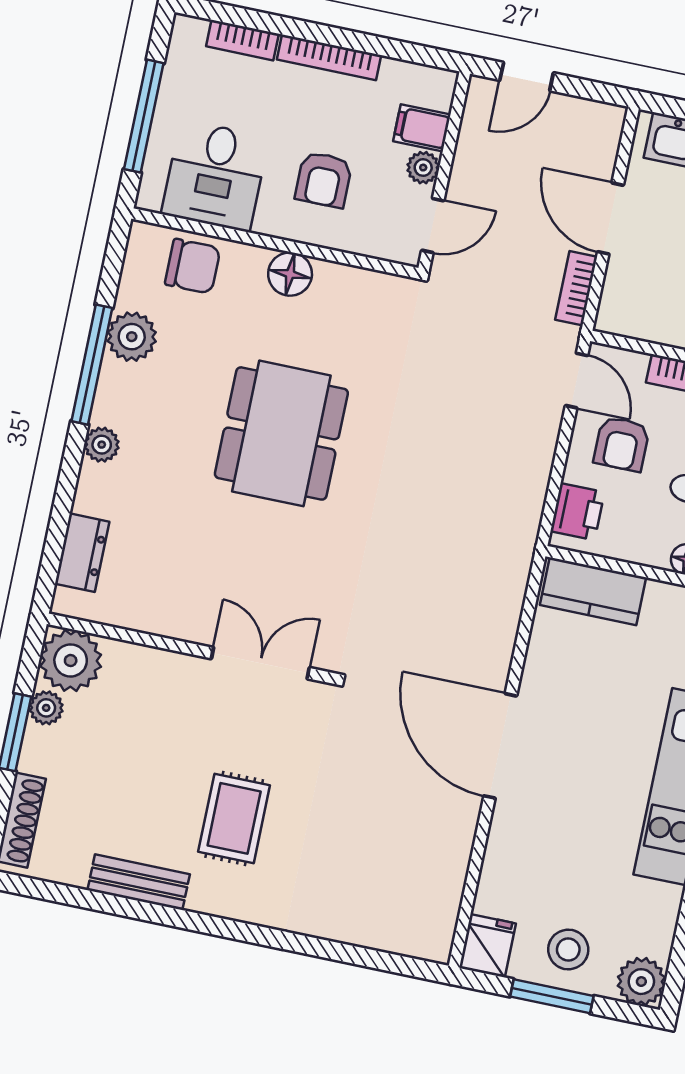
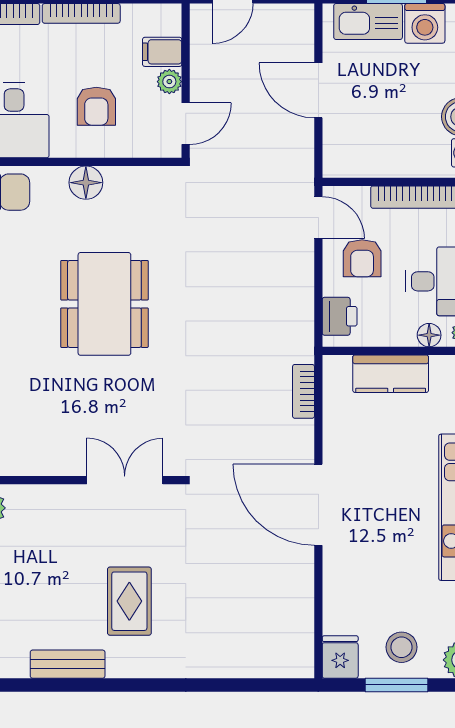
bookcase: (576, 288) -> (303, 391), moved
kitchen counter: (593, 591) -> (391, 374), moved

